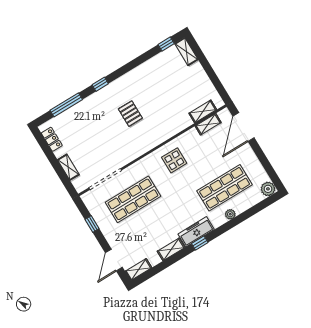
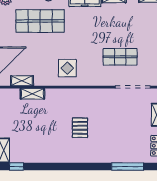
window: (100, 84) -> (90, 167), removed
shelving: (203, 111) -> (32, 94), moved
shop shelf: (133, 199) -> (120, 57), width x0.70, depth x0.74

